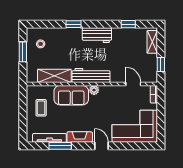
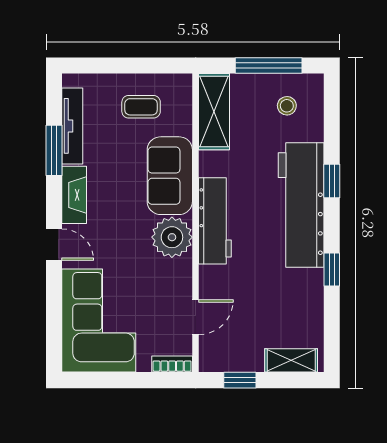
window: (128, 24) -> (332, 269), moved
workbench: (97, 35) -> (301, 205), width x1.88, depth x1.32
window: (23, 52) -> (269, 65), width x1.44
shelving: (54, 76) -> (214, 112), moved
plant: (94, 90) -> (172, 237), width x1.88, depth x1.88
door: (101, 146) -> (54, 245), hinge flipped

